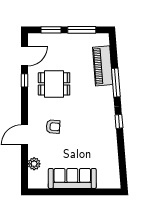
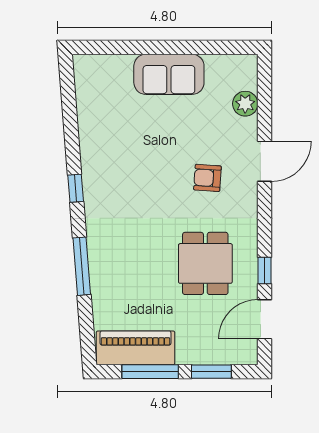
piano: (103, 66) -> (136, 348), moved, turned -86
dining table: (54, 84) -> (205, 263), turned 90
sofa: (72, 178) -> (169, 74), width x0.73

